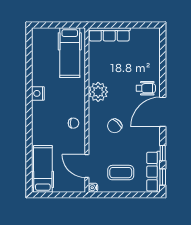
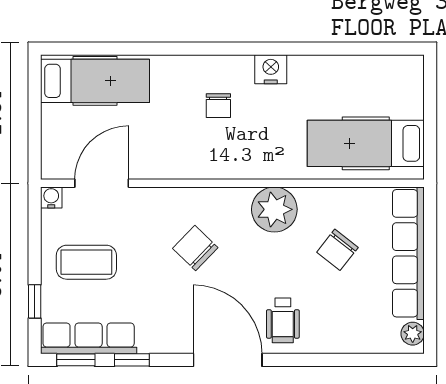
plant: (151, 33) -> (413, 334), added
row of seats: (109, 34) -> (408, 253), width x1.36
chair: (115, 65) -> (337, 250), added
chair: (73, 123) -> (218, 106), moved
coffee table: (121, 173) -> (86, 262), turned 90
window: (138, 195) -> (35, 301), added

